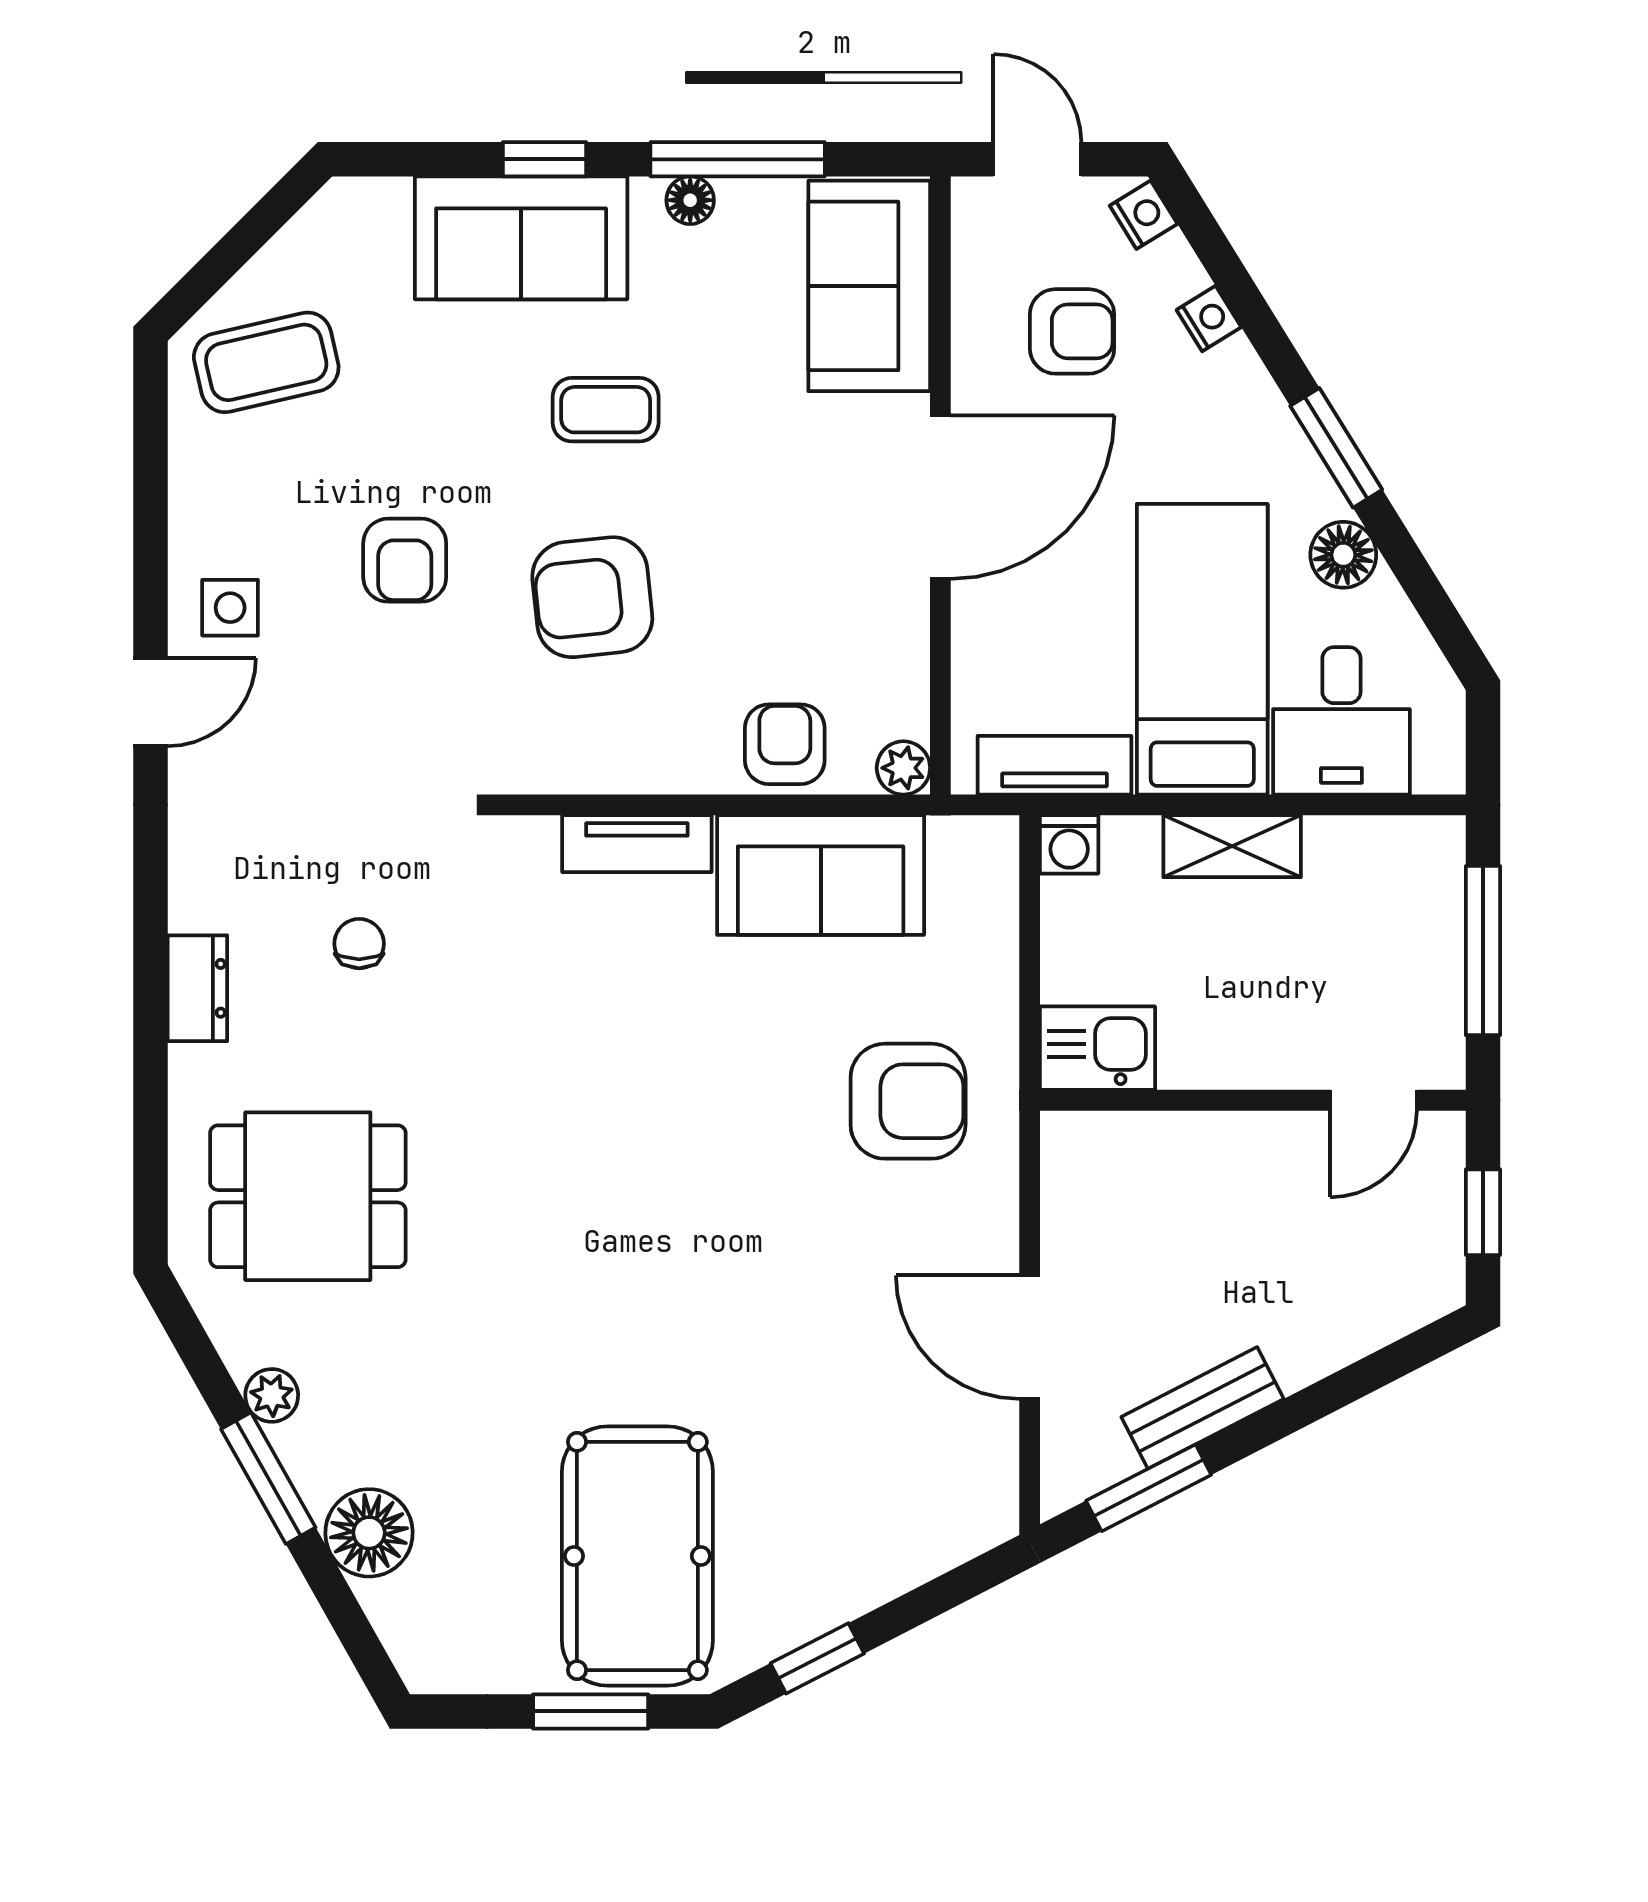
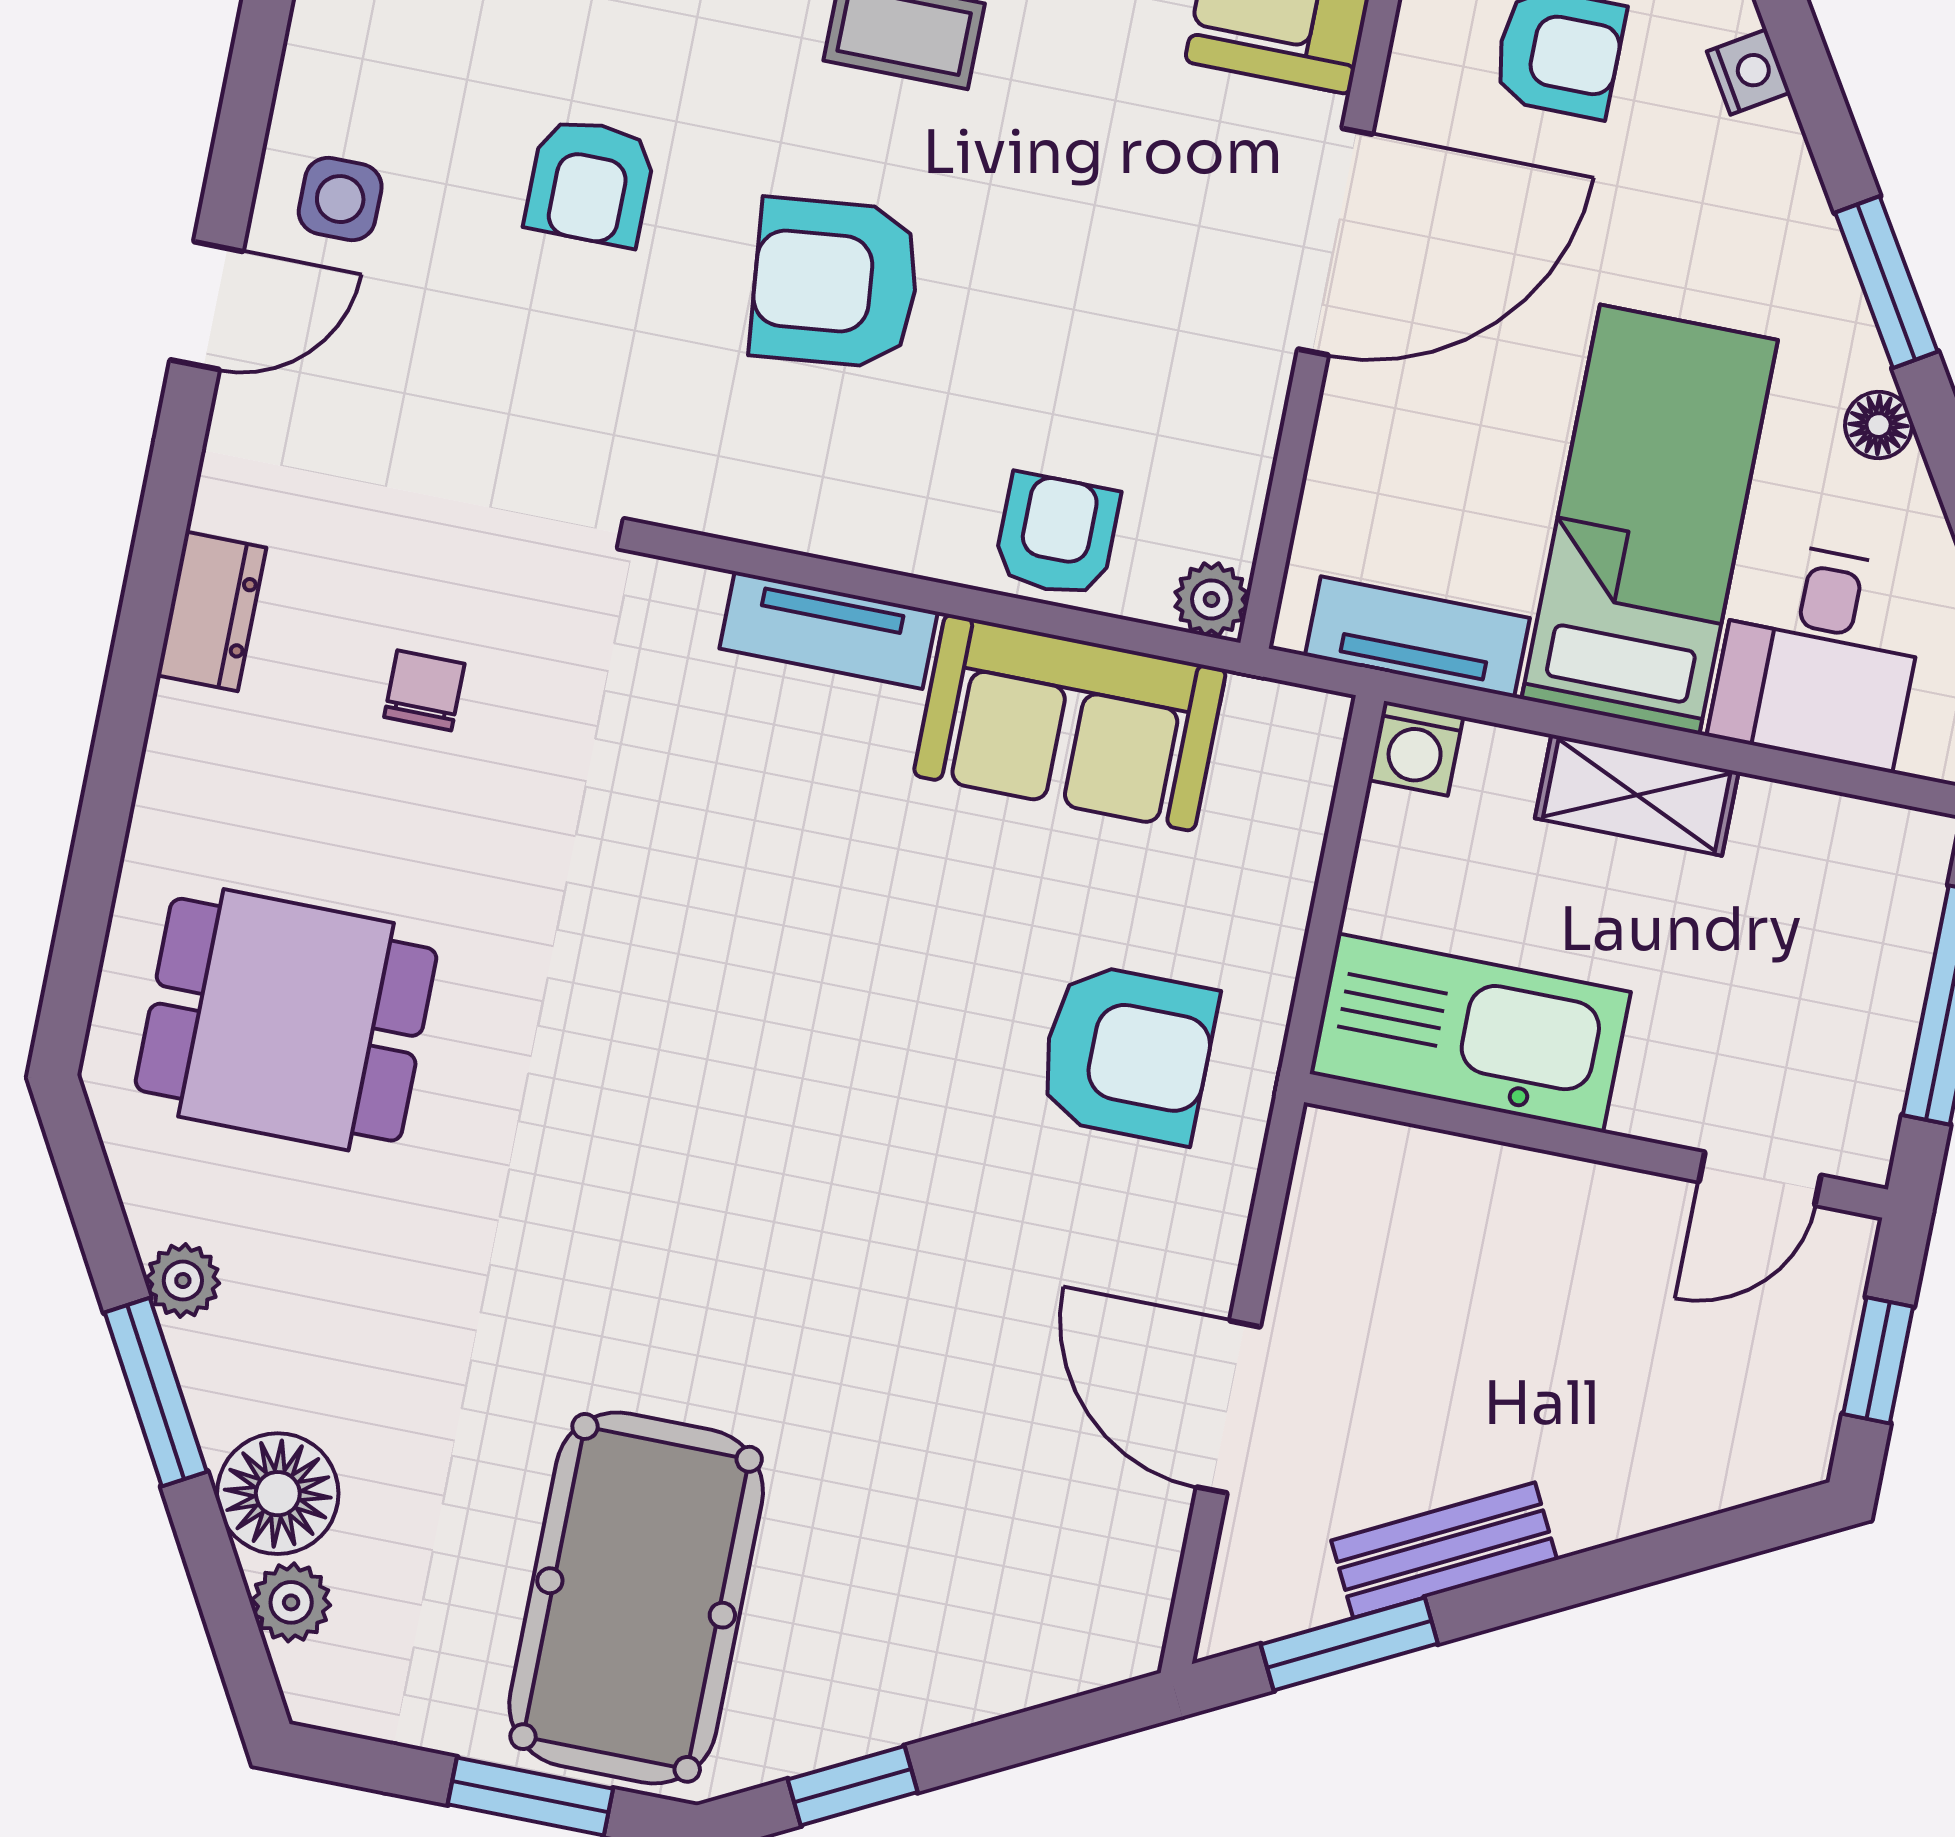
floor lamp: (1343, 555) -> (1879, 425), width x0.73, depth x0.73
dresser: (197, 988) -> (212, 611), moved
kitchen sink: (1098, 1048) -> (1470, 1033), width x1.88, depth x1.24
plant: (394, 1608) -> (291, 1602), added

